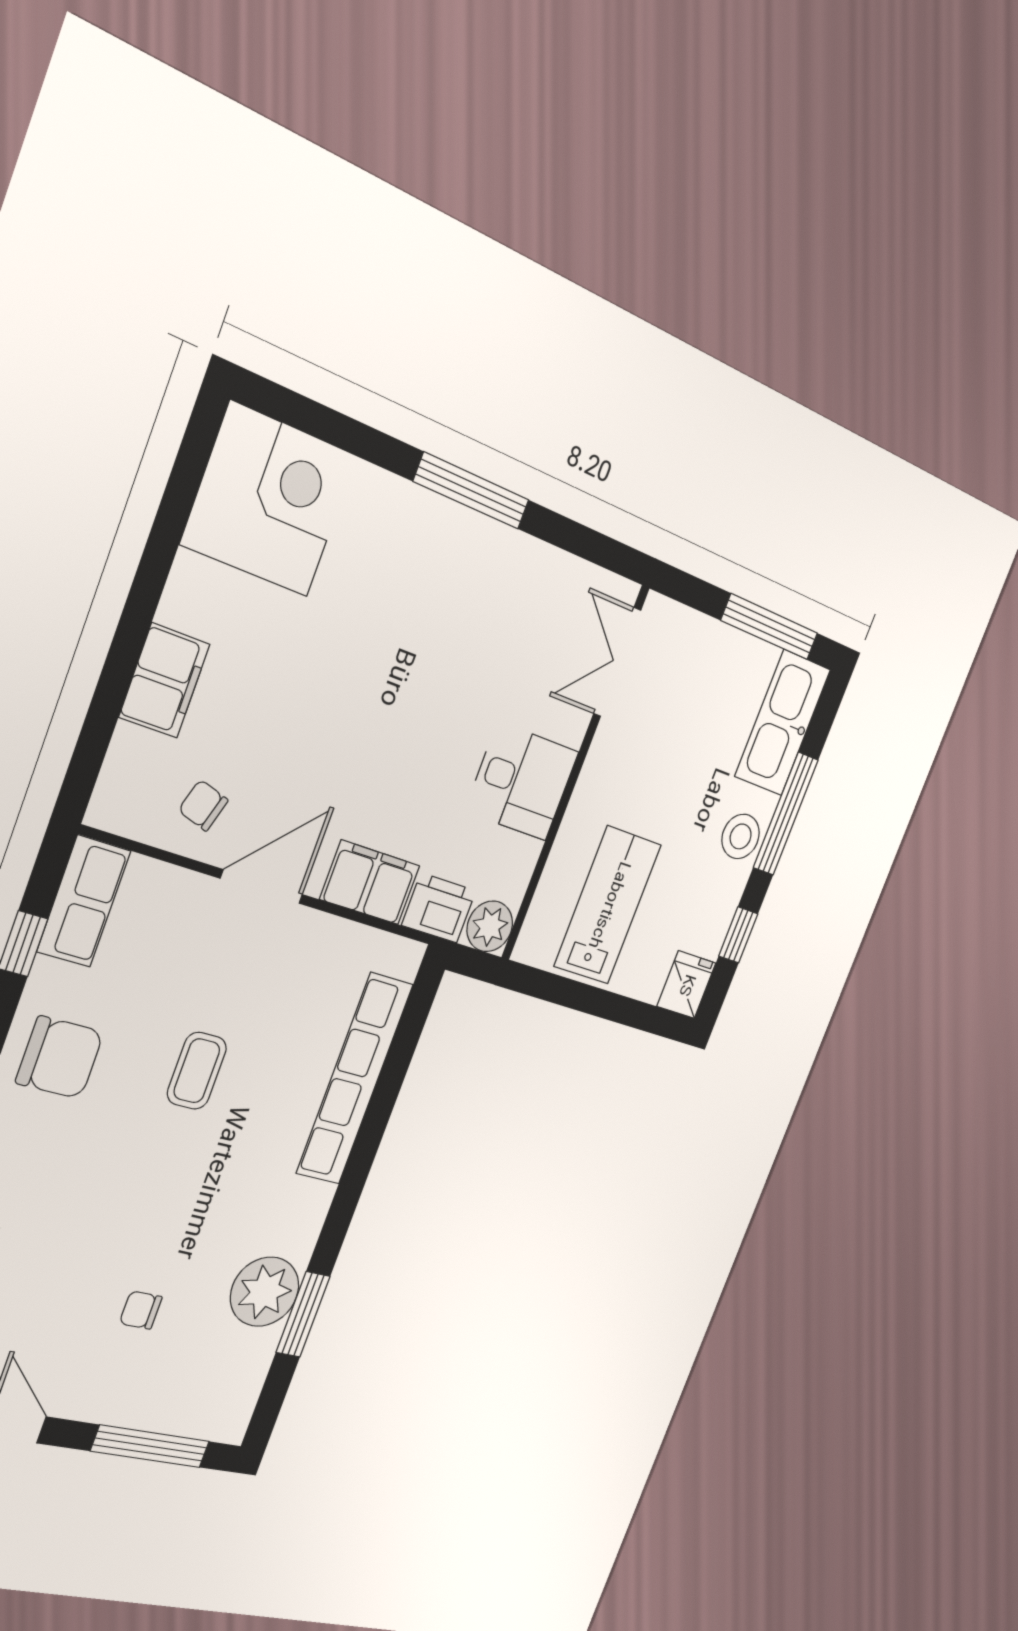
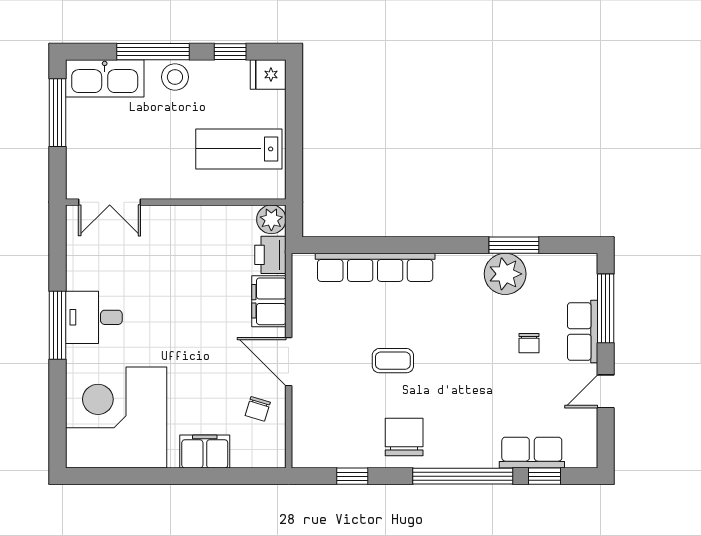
corner desk: (269, 500) -> (116, 418), width x1.36, depth x1.36
desk: (522, 781) -> (94, 317), moved, turned -90
row of seats: (84, 901) -> (583, 331), moved, turned -90

